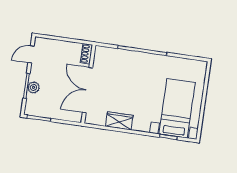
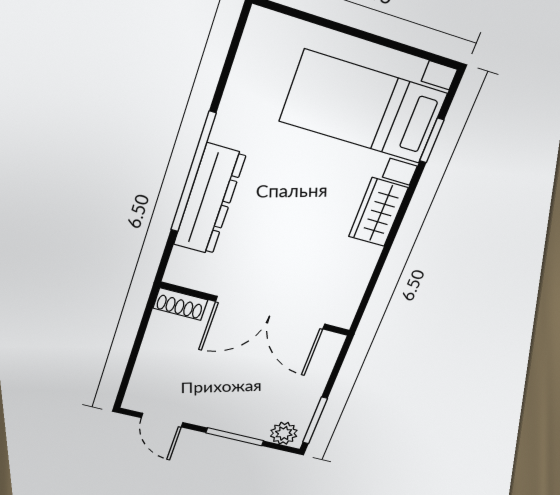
dresser: (132, 58) -> (210, 200), added
plant: (33, 87) -> (284, 433), moved
wardrobe: (119, 121) -> (378, 212), moved

